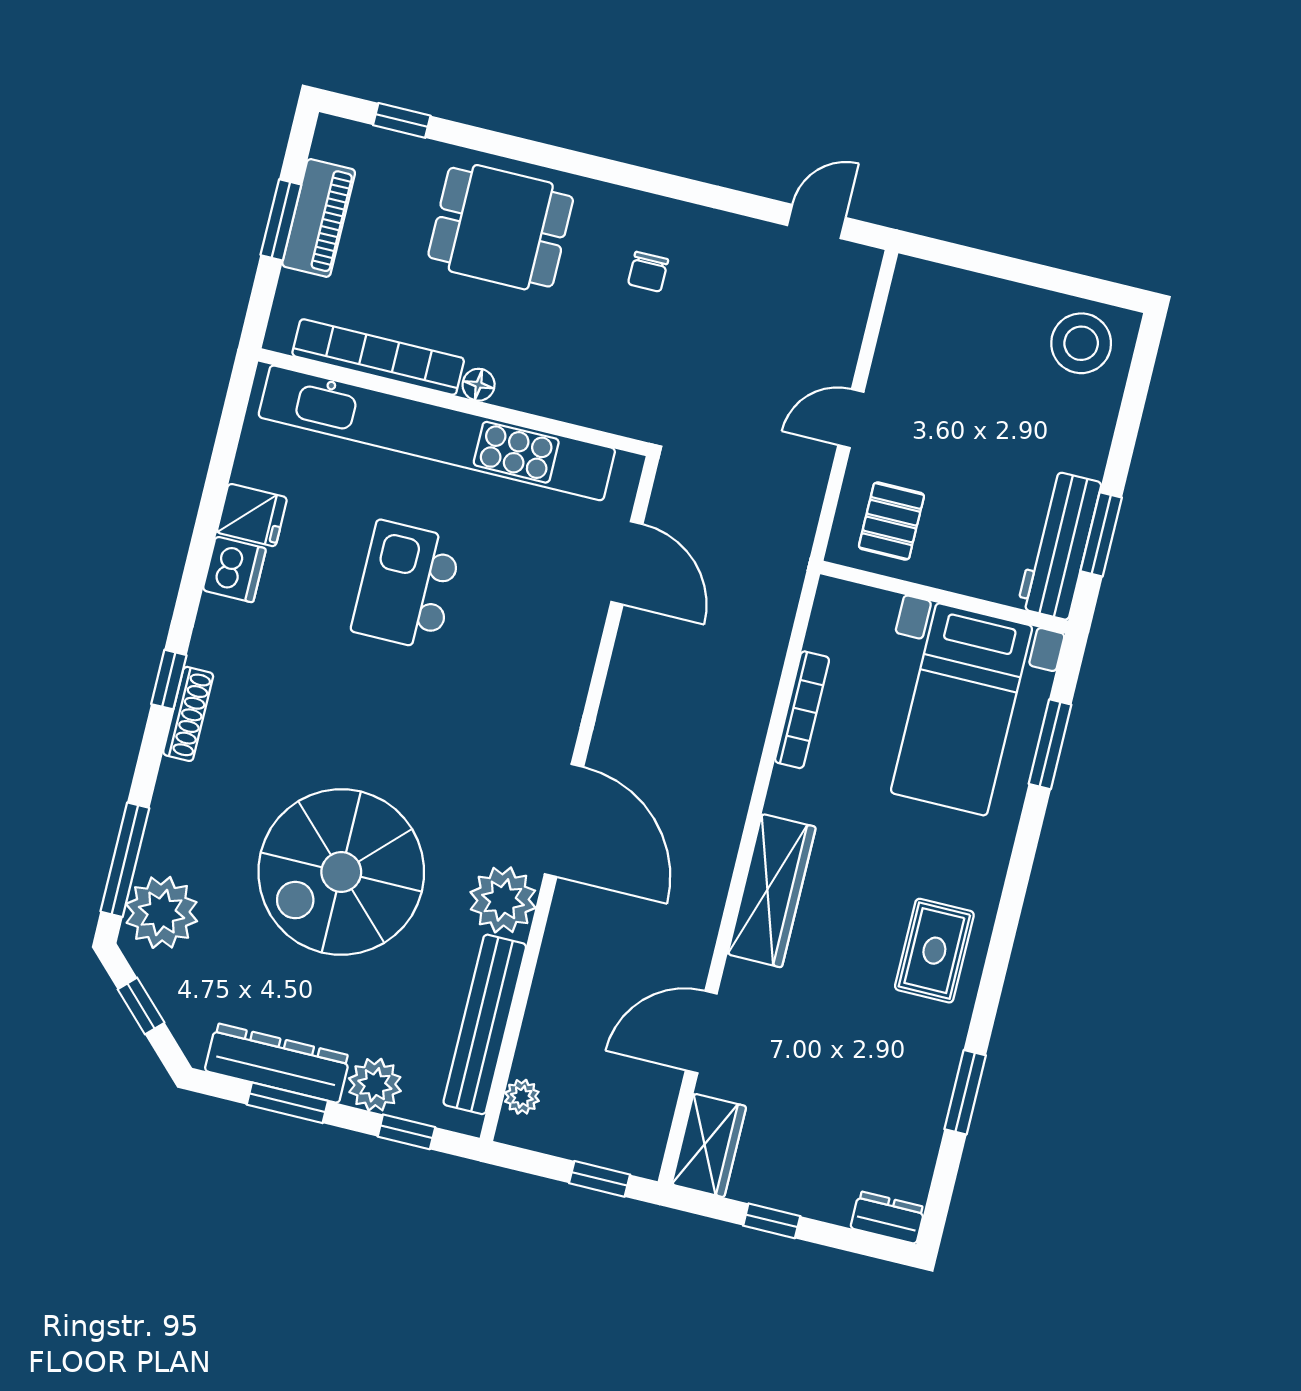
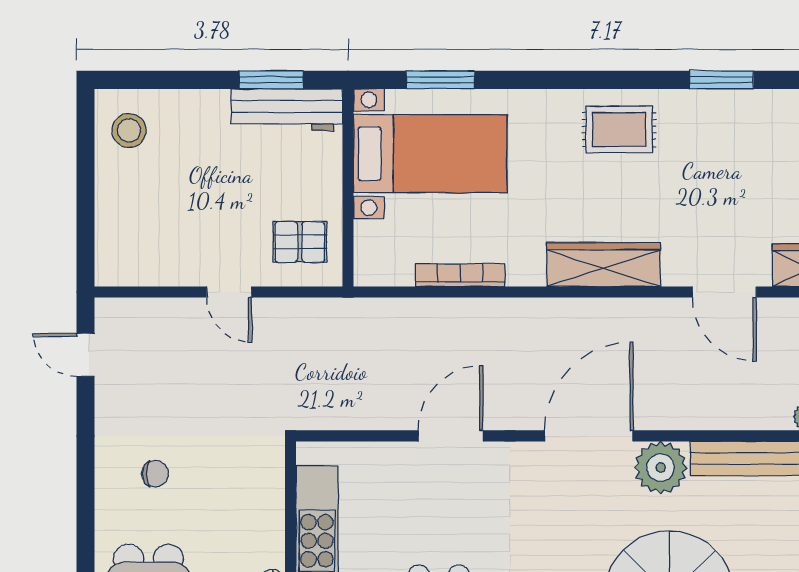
stool: (1081, 343) -> (129, 131), width x0.73, depth x0.73
door: (627, 563) -> (451, 436), moved

